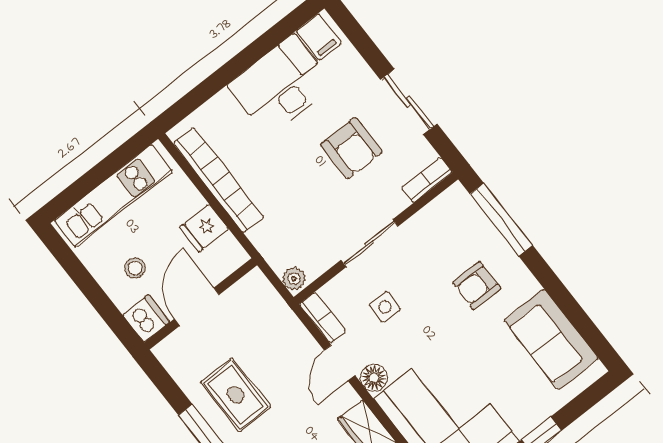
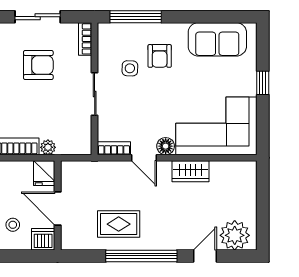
fridge: (204, 228) -> (44, 173), moved
plant: (294, 279) -> (48, 147), moved
side table: (385, 307) -> (130, 68), moved

